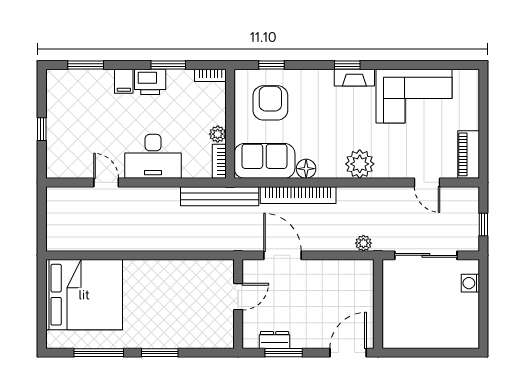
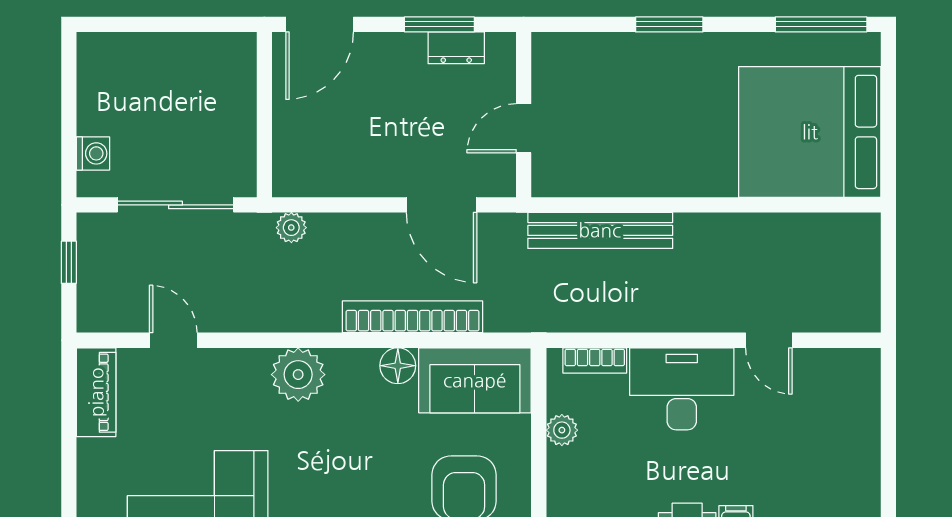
window: (42, 129) -> (888, 439), removed
bookcase: (219, 161) -> (595, 361), moved, turned 90
bench: (220, 196) -> (600, 230), moved
window: (99, 353) -> (821, 24), moved

